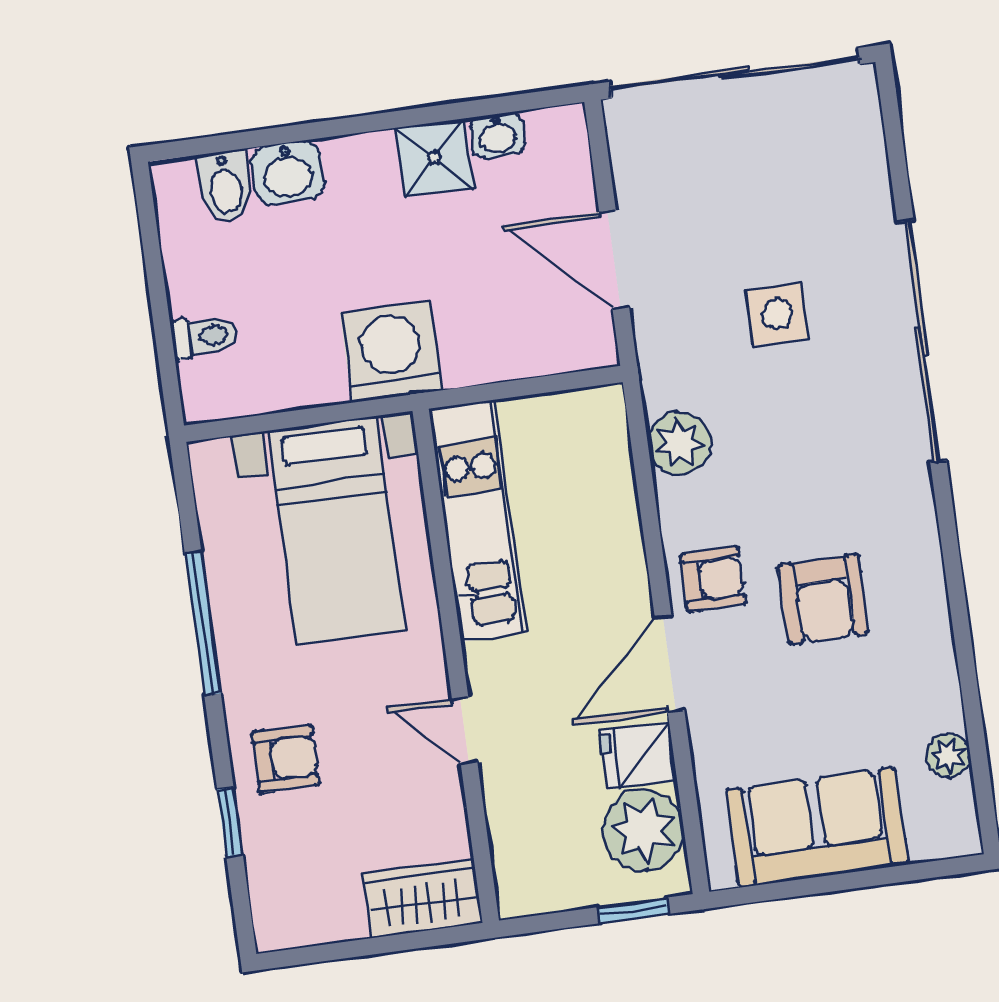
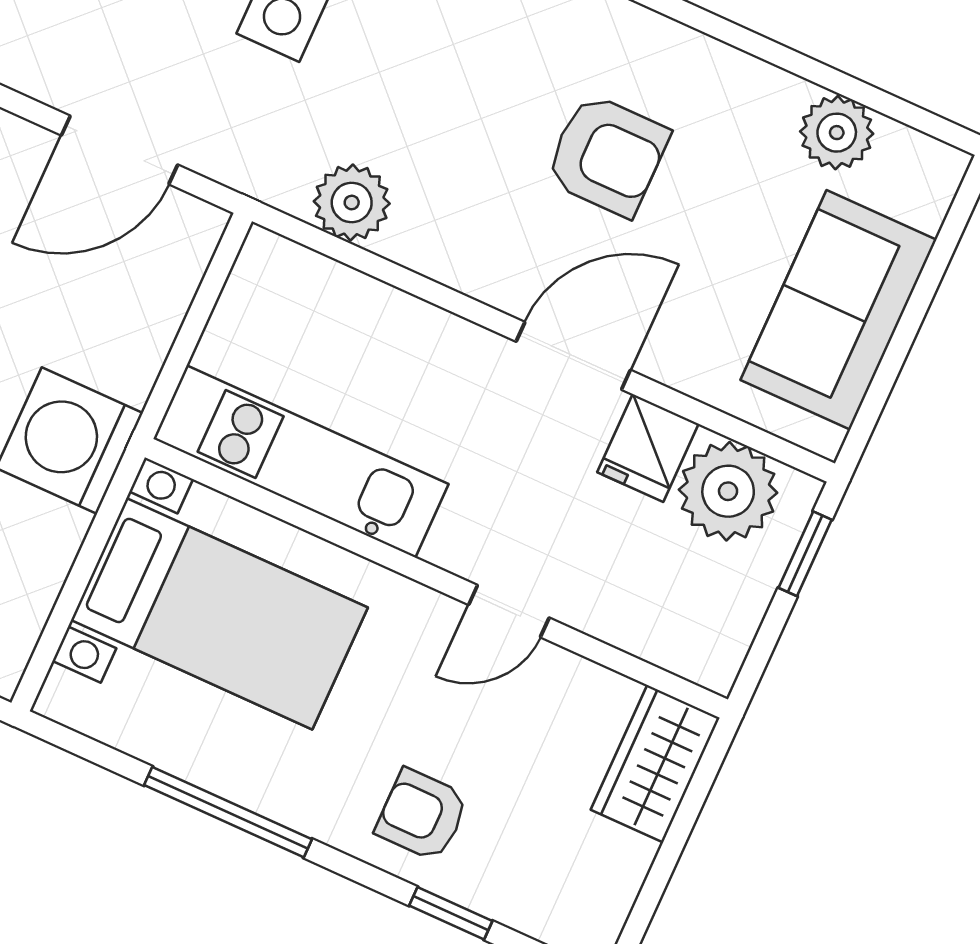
armchair: (713, 579) -> (514, 256), removed
door: (670, 664) -> (573, 356), swing flipped
plant: (948, 756) -> (837, 133), width x1.38, depth x1.38
armchair: (286, 759) -> (422, 815), turned -90

